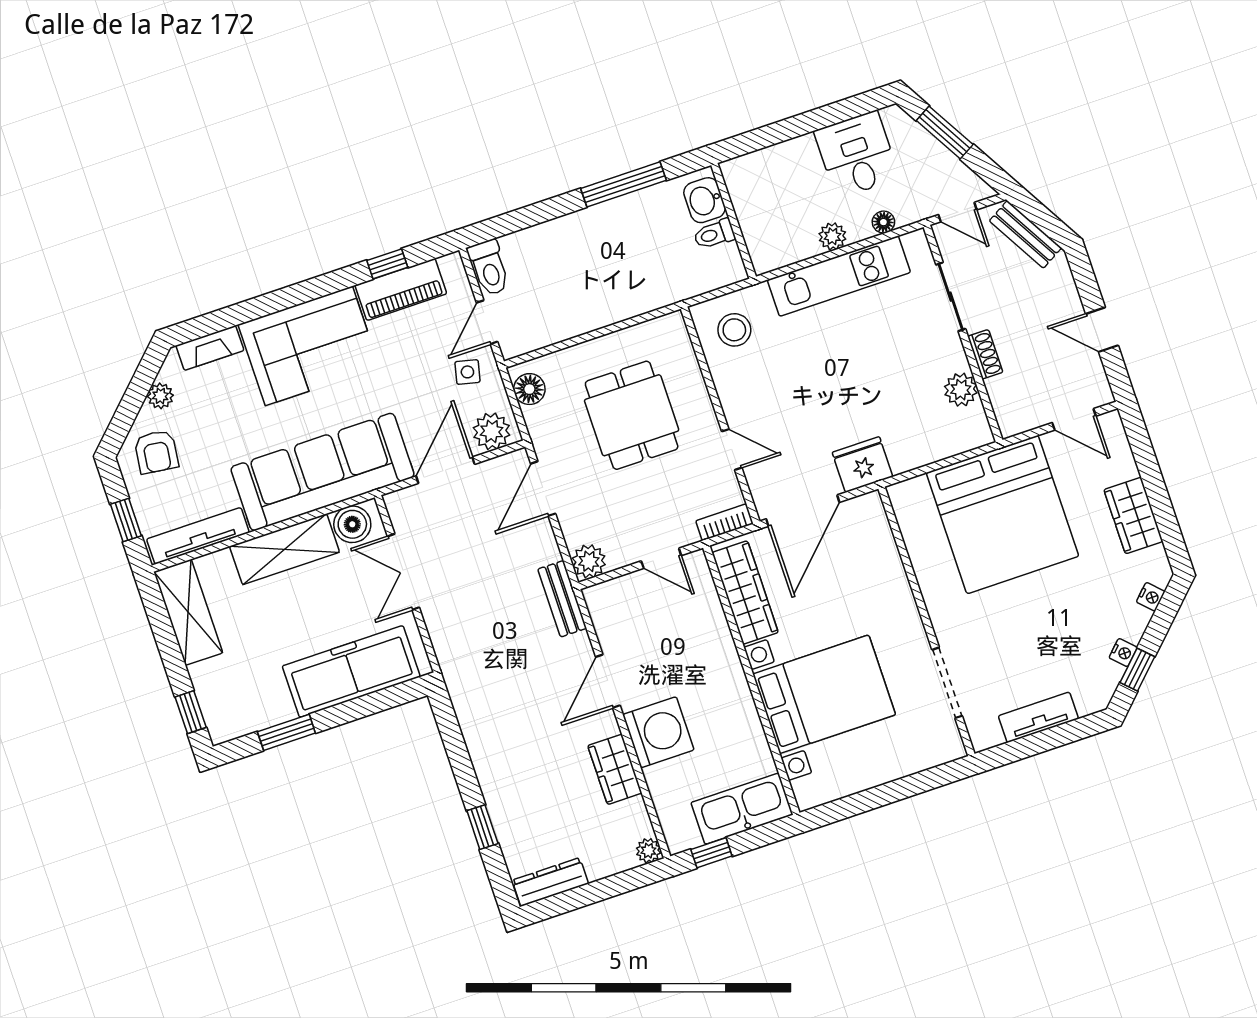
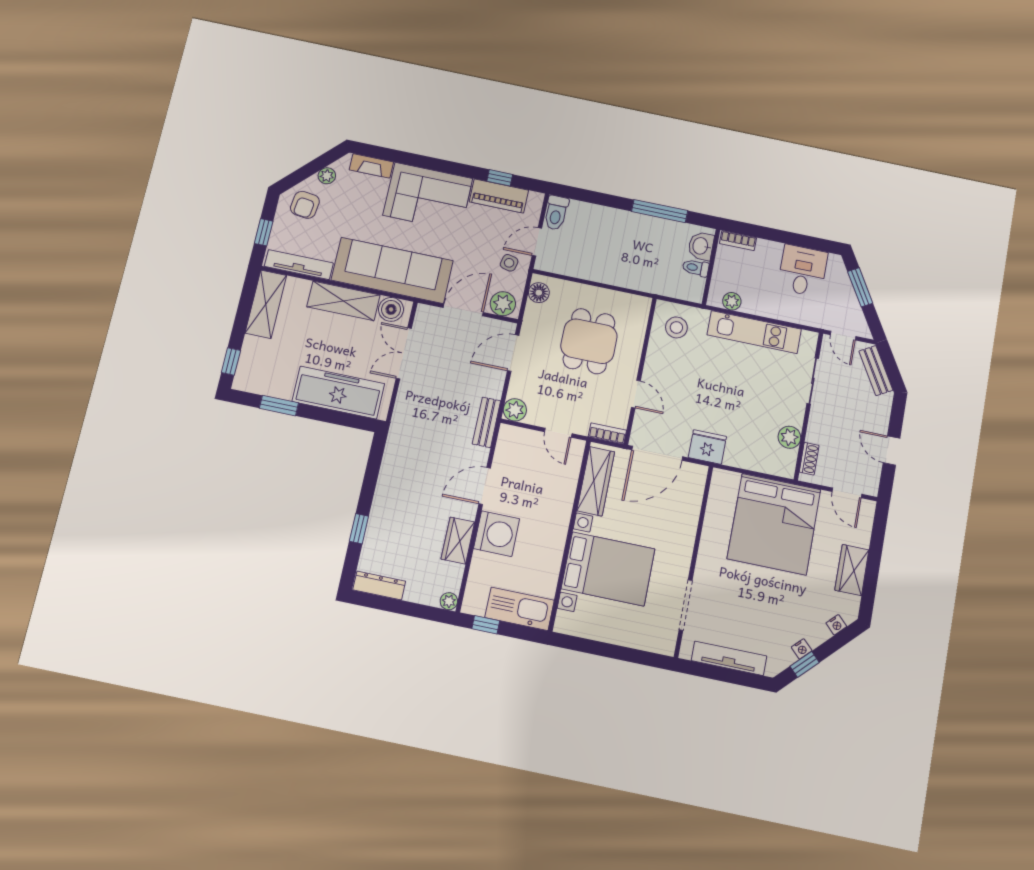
bookcase: (749, 164) -> (738, 241), added
floor lamp: (883, 222) -> (797, 317), removed
plant: (832, 236) -> (732, 301), moved
shoe rack: (985, 354) -> (809, 459), moved
tv unit: (1038, 717) -> (729, 658), width x1.41

